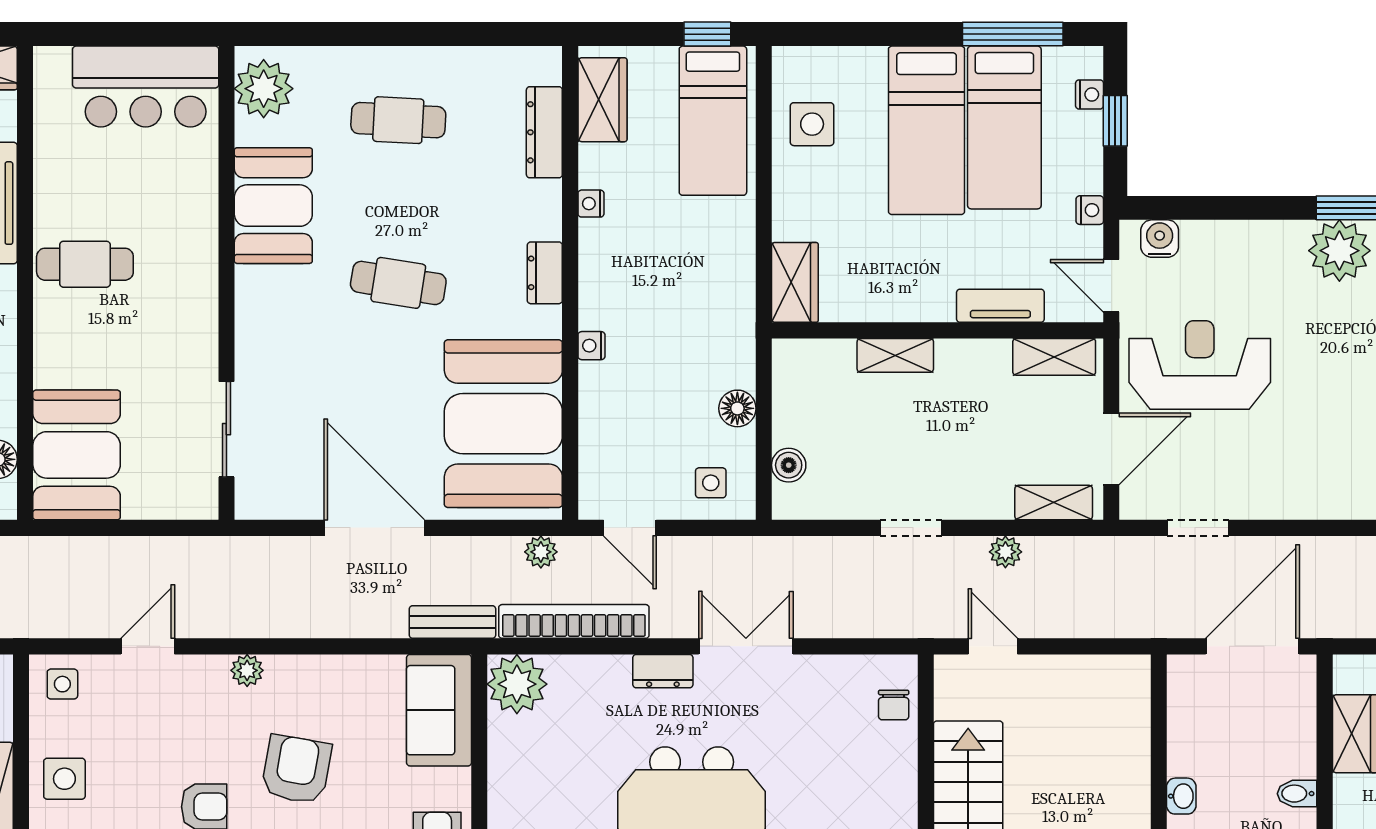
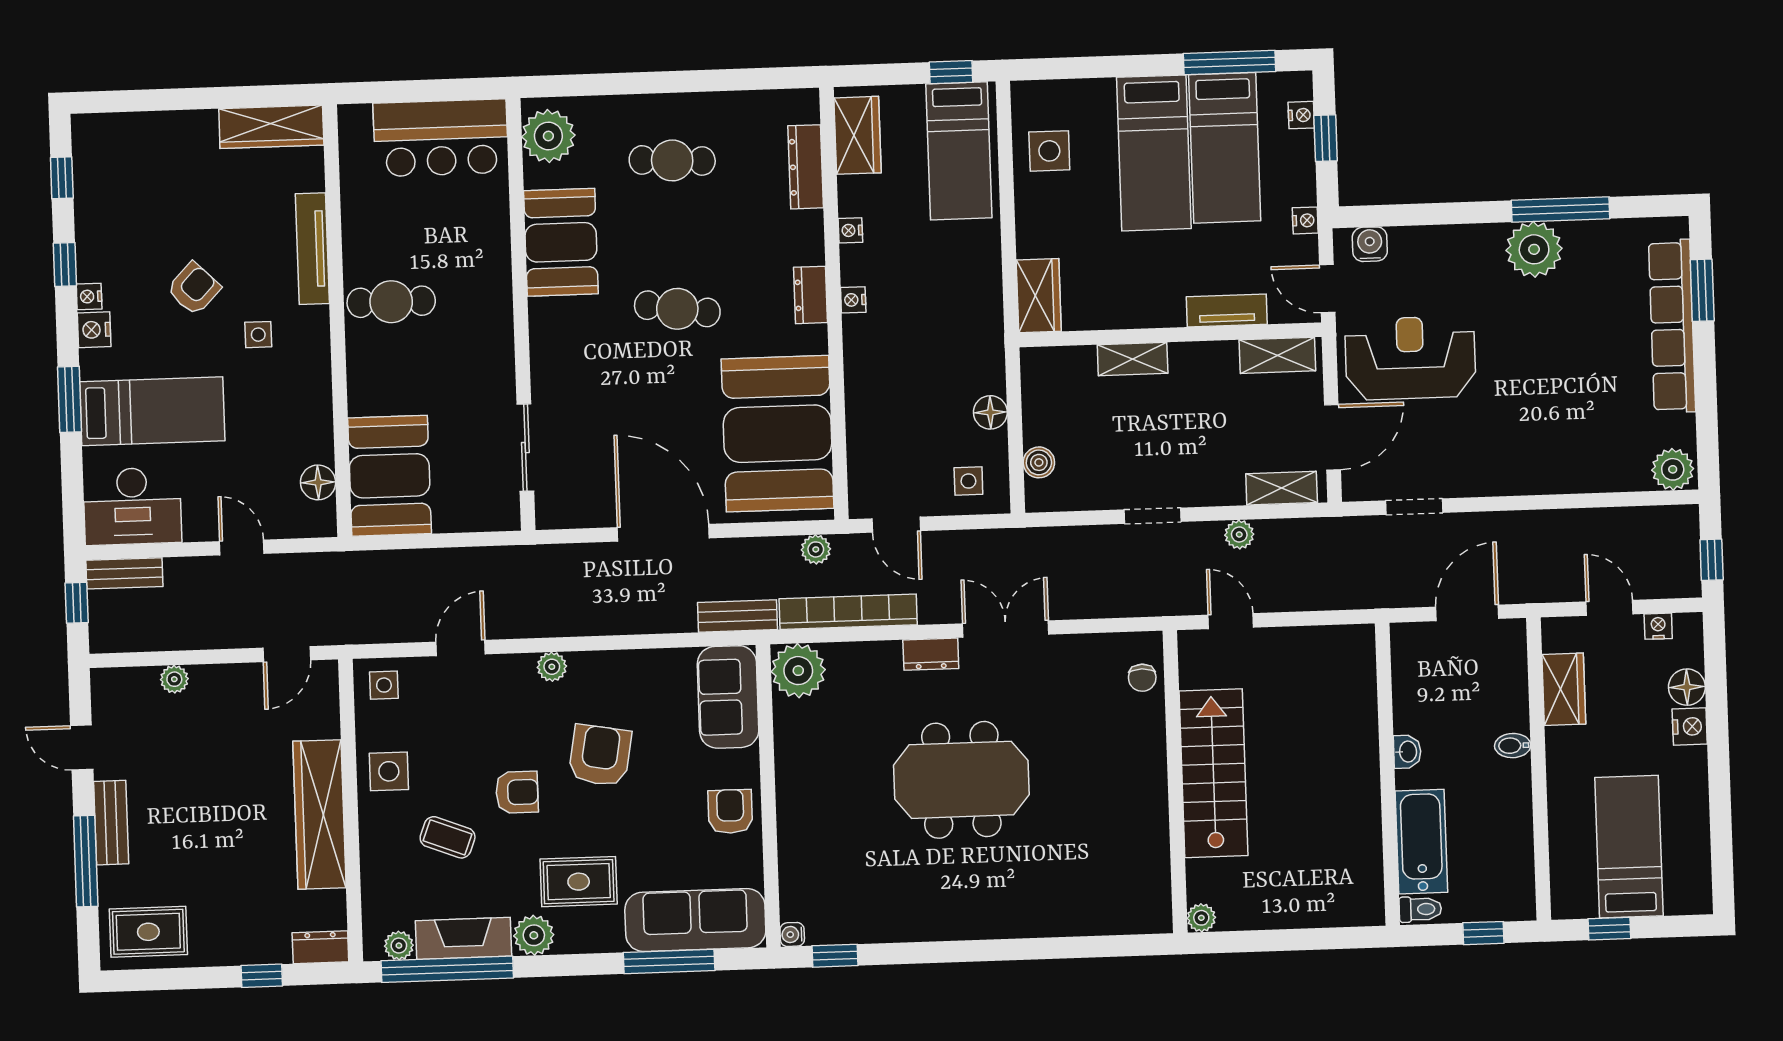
nightstand: (591, 346) -> (853, 300), moved
door: (1252, 646) -> (1467, 613), width x0.73

